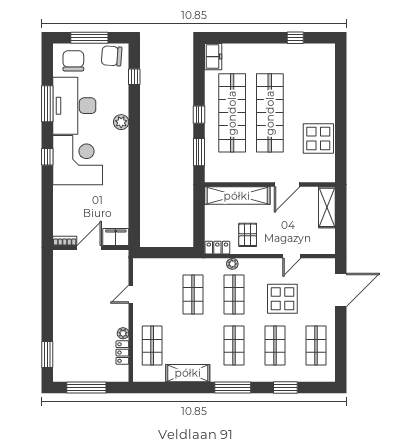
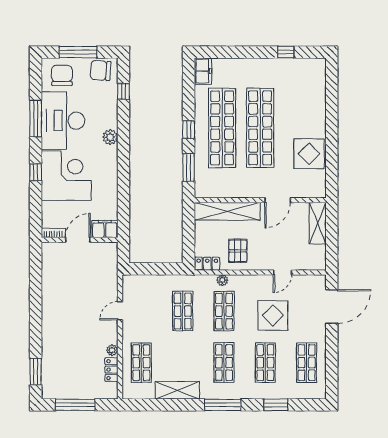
filing cabinet: (116, 237) -> (105, 229), moved
bookcase: (65, 241) -> (53, 233), moved
door: (89, 248) -> (78, 240), moved
wall: (91, 248) -> (80, 240), moved

